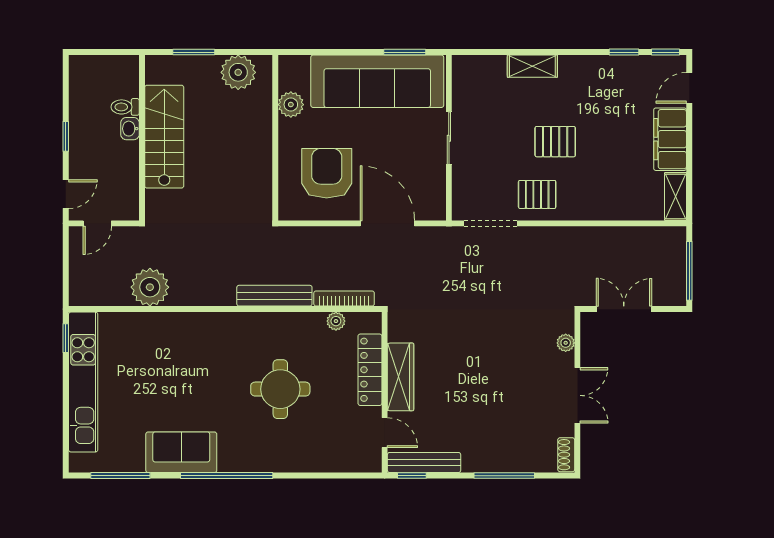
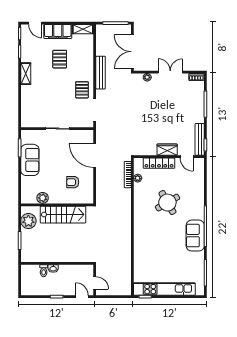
shelving: (532, 66) -> (26, 74), moved
sofa: (377, 81) -> (30, 160), width x0.54, depth x0.79
stairs: (164, 137) -> (63, 215), moved, turned 180
pallet: (555, 142) -> (60, 59), moved
armchair: (327, 173) -> (73, 182), width x0.53, depth x0.53
door: (387, 223) -> (95, 156), hinge flipped
plant: (150, 287) -> (123, 260), removed
bench: (274, 296) -> (101, 73), moved
double door: (624, 309) -> (132, 52), width x1.37
wardrobe: (401, 377) -> (167, 150), width x0.67
round table: (280, 389) -> (167, 203), turned -30
door: (385, 433) -> (187, 157), swing flipped
sofa: (181, 452) -> (195, 236), moved

